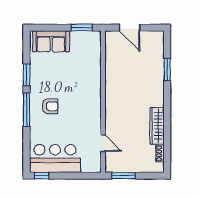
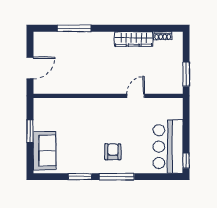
window: (82, 28) -> (30, 131), moved
window: (167, 69) -> (74, 28), width x1.44
door: (103, 143) -> (136, 96), moved

